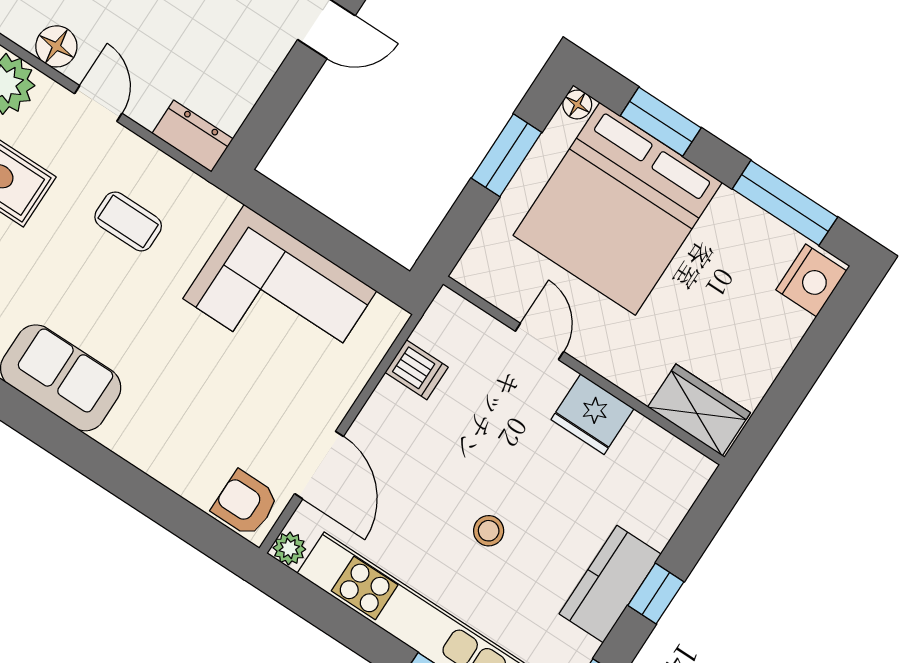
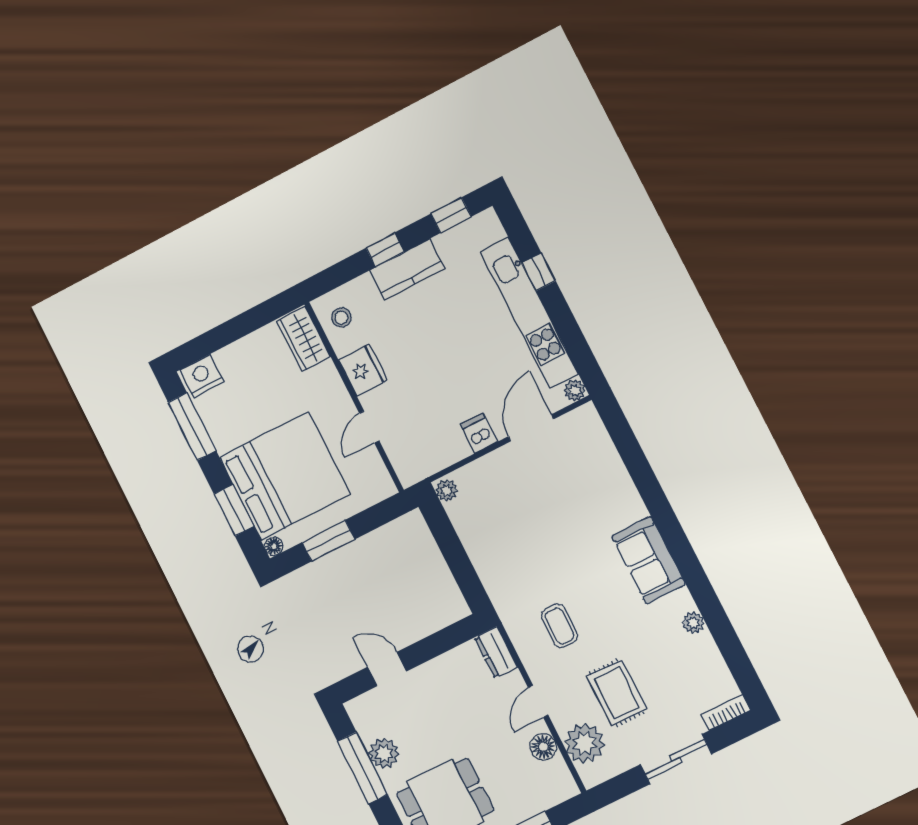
corner sofa: (280, 295) -> (498, 536), removed
plant: (385, 316) -> (447, 490), added
dishwasher: (417, 370) -> (479, 433), moved
armchair: (245, 503) -> (585, 430), removed
stool: (489, 531) -> (341, 318), moved

